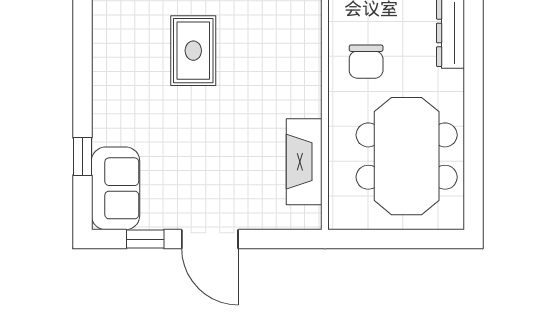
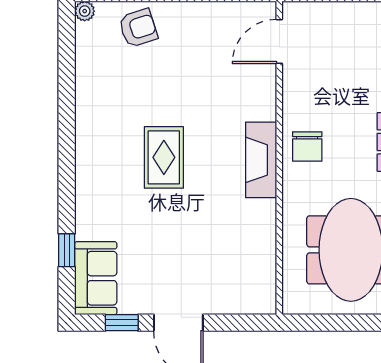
chair: (366, 62) -> (307, 147), moved
fireplace: (304, 162) -> (261, 160), moved

